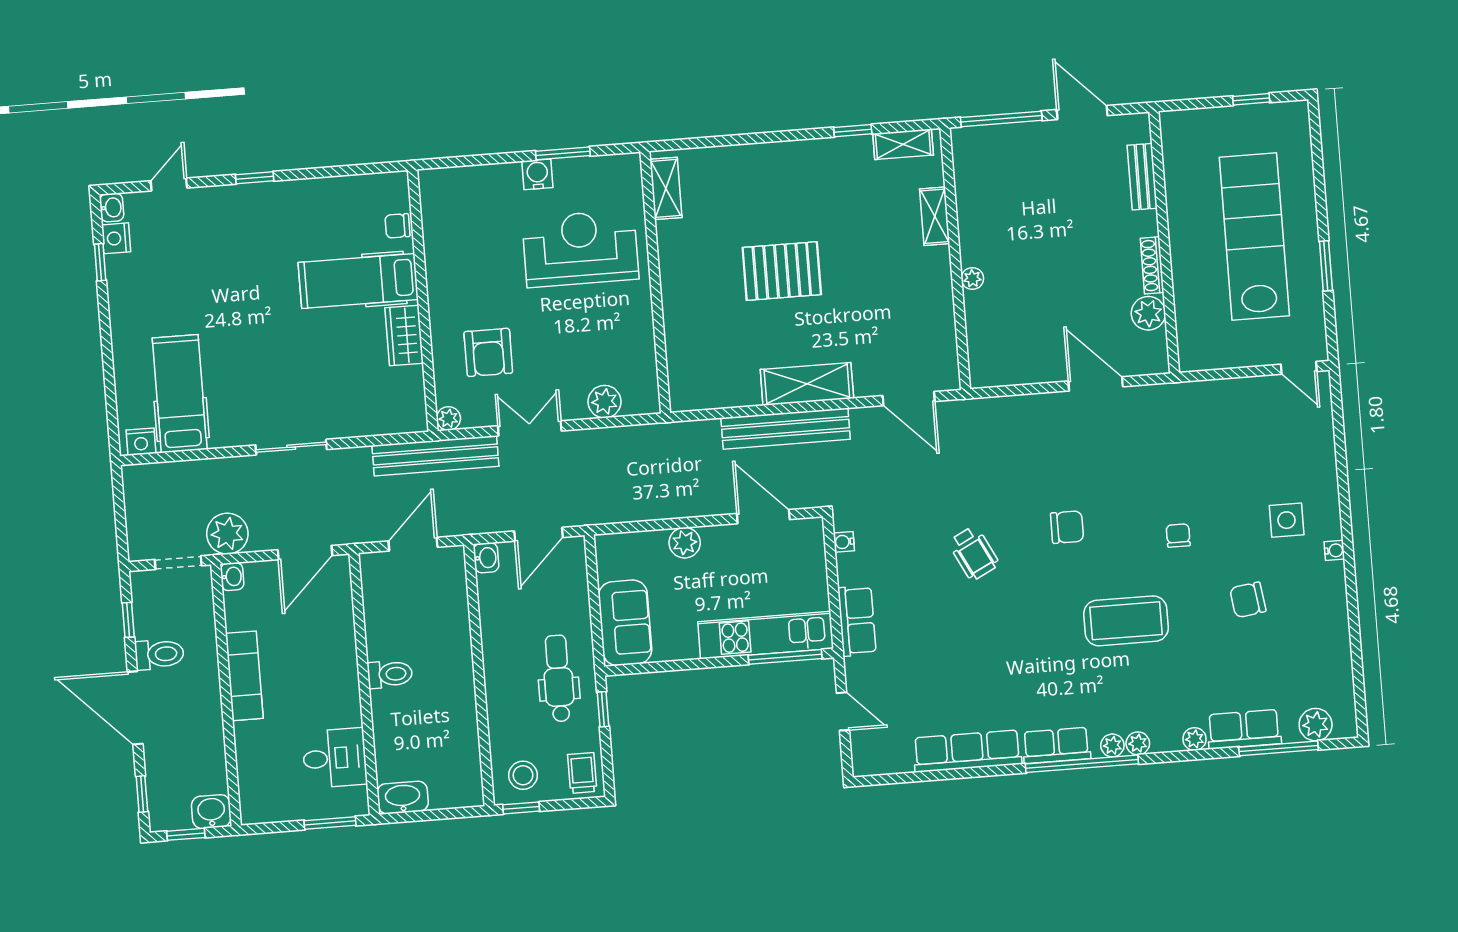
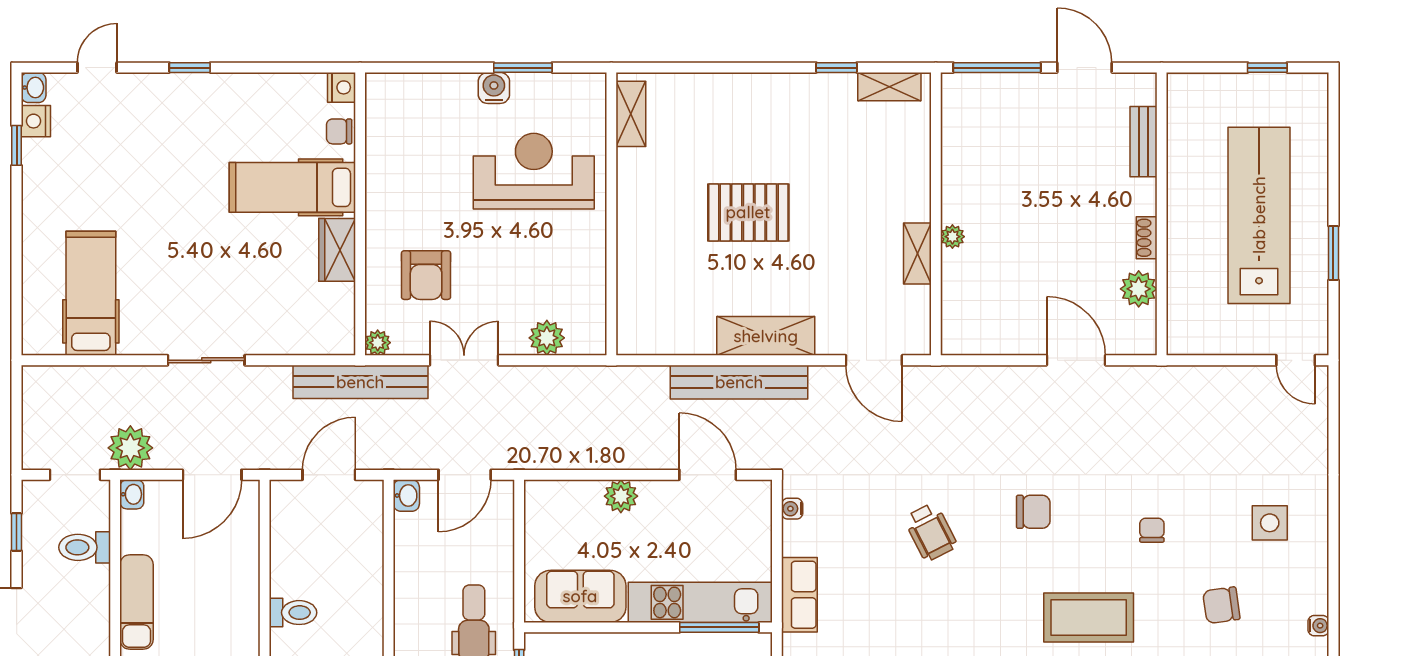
shelving: (935, 216) -> (917, 253), moved
shoe rack: (1152, 265) -> (1147, 238), width x0.70
nightstand: (141, 442) -> (341, 87), moved, turned -90
water cooler: (1334, 550) -> (1318, 626), moved
sofa: (625, 623) -> (580, 596), moved, turned -90
toilet: (159, 654) -> (85, 547), moved, turned 180

